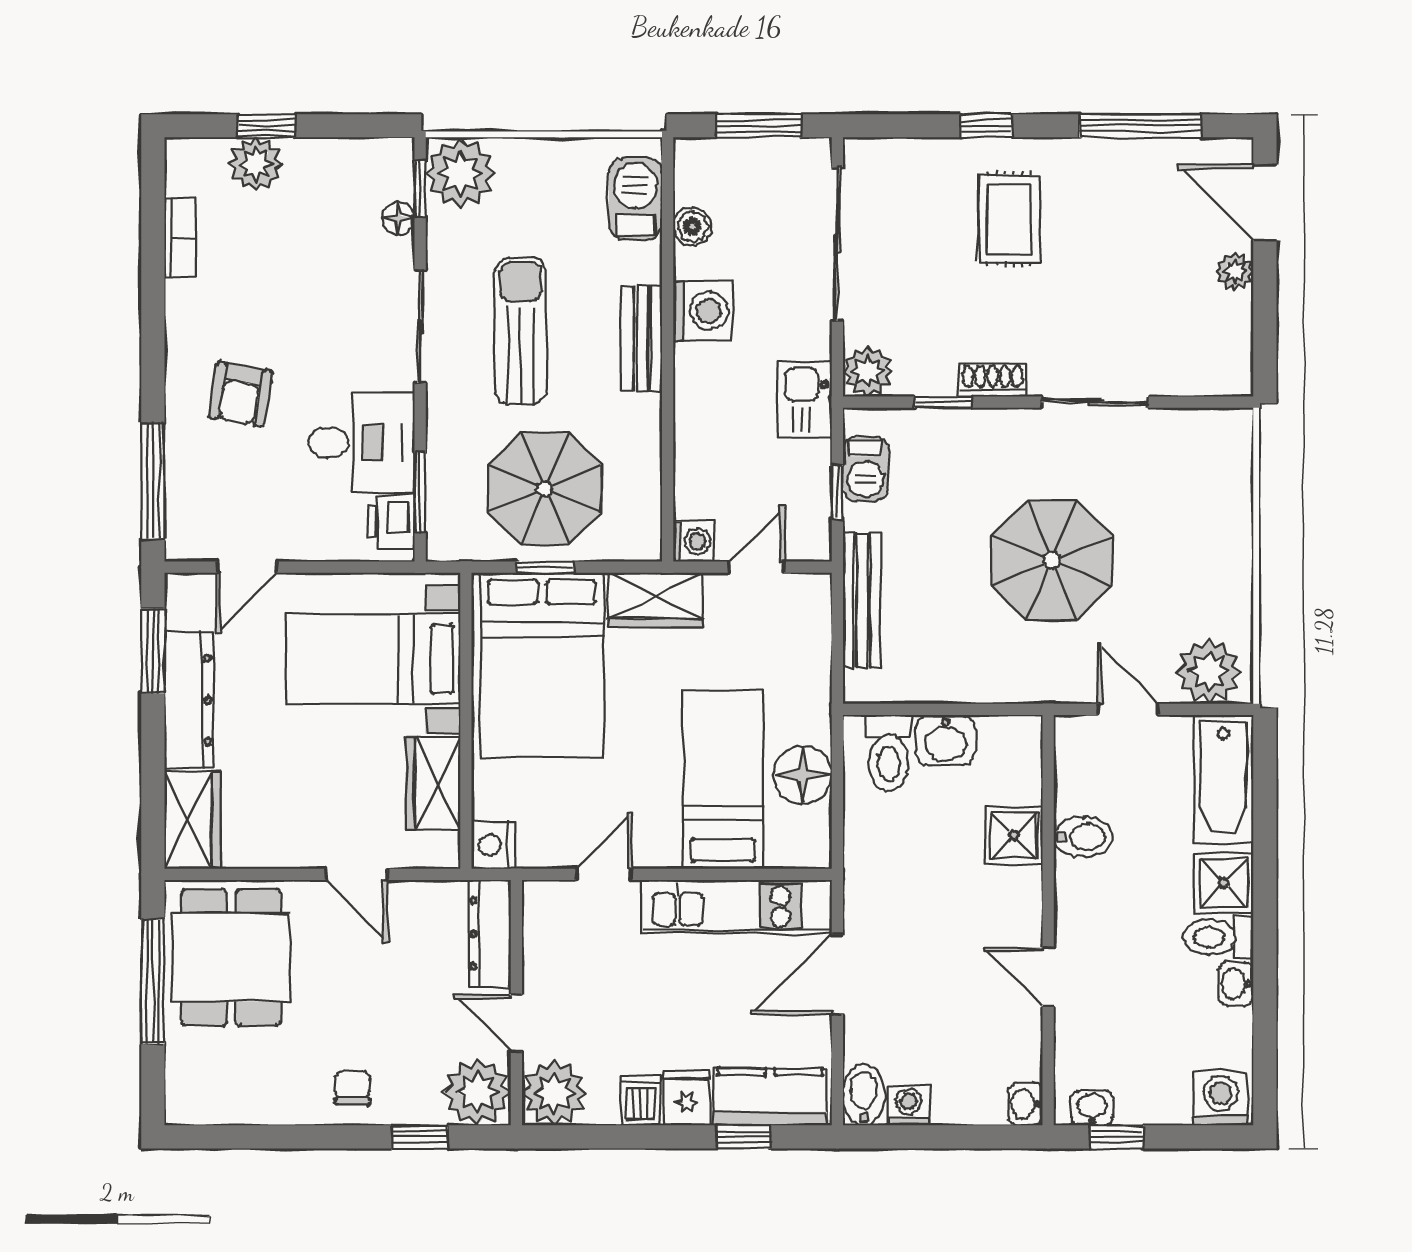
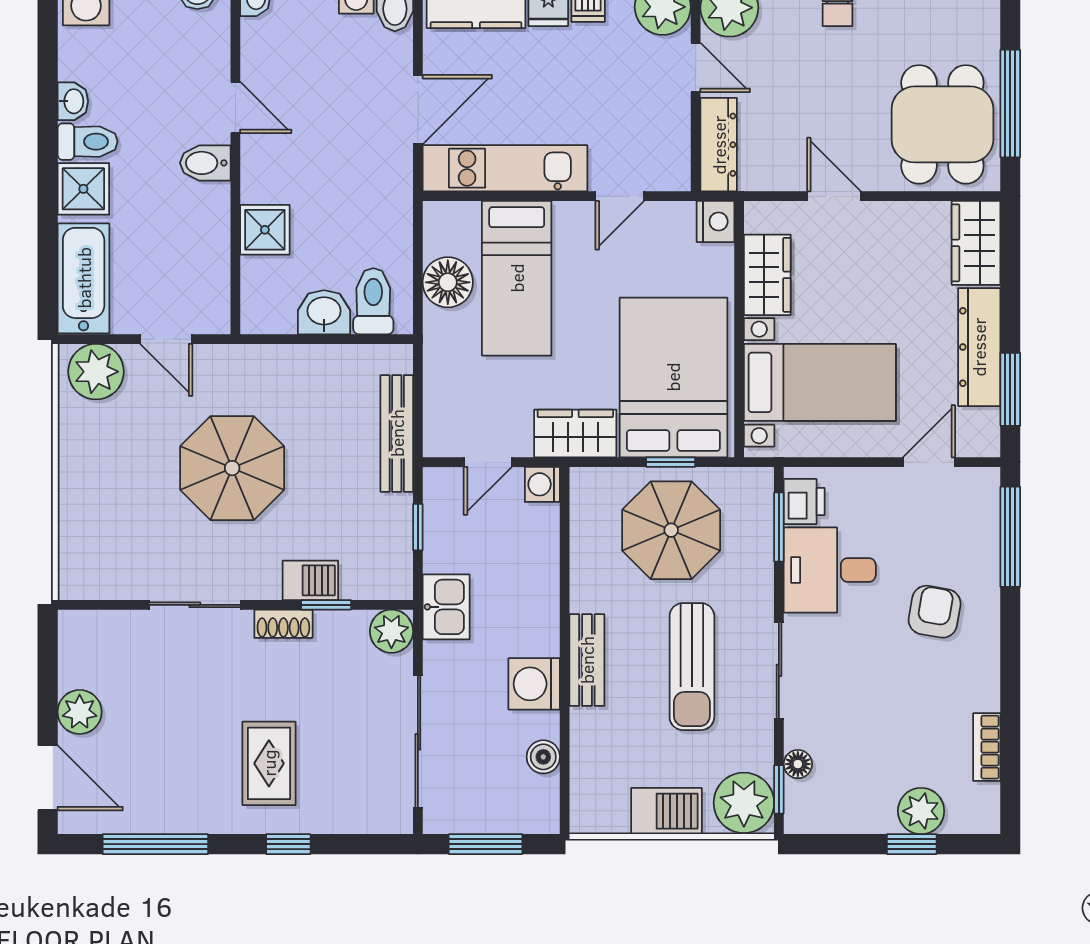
barbecue: (635, 199) -> (666, 811), moved, turned -90
plant: (1235, 271) -> (80, 712), width x1.38, depth x1.38
barbecue: (866, 469) -> (310, 580), moved, turned 90
bidet: (1083, 837) -> (205, 163), moved

